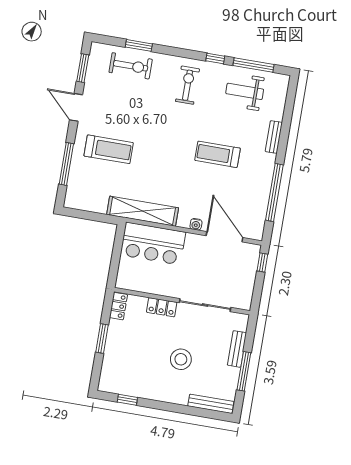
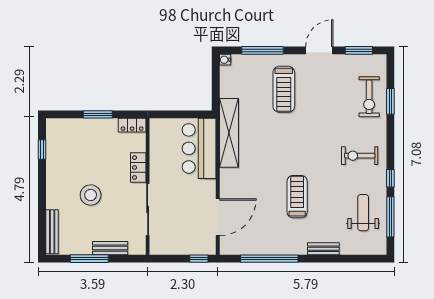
exercise bike: (187, 85) -> (360, 156), turned 180
water cooler: (196, 224) -> (225, 60), moved

